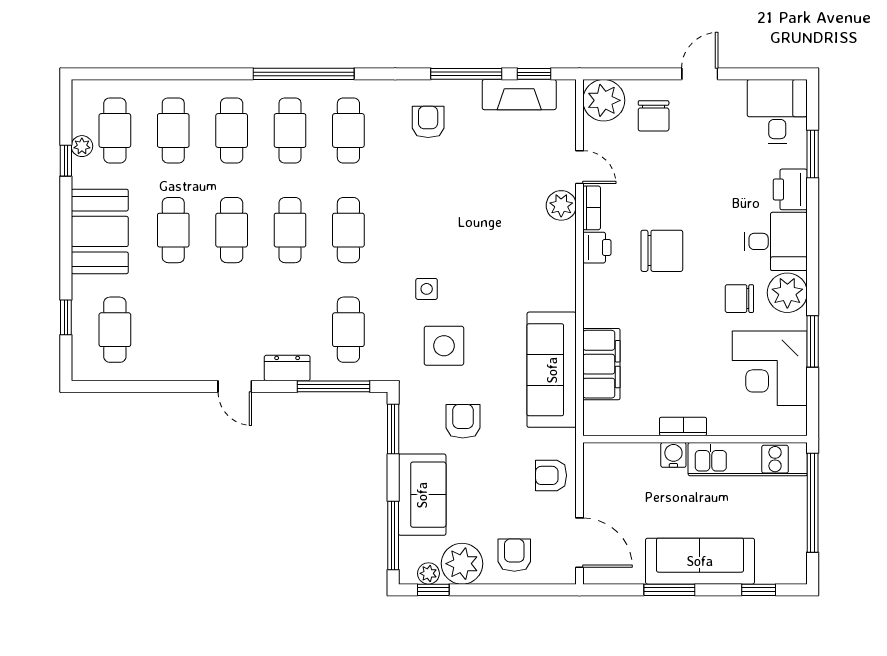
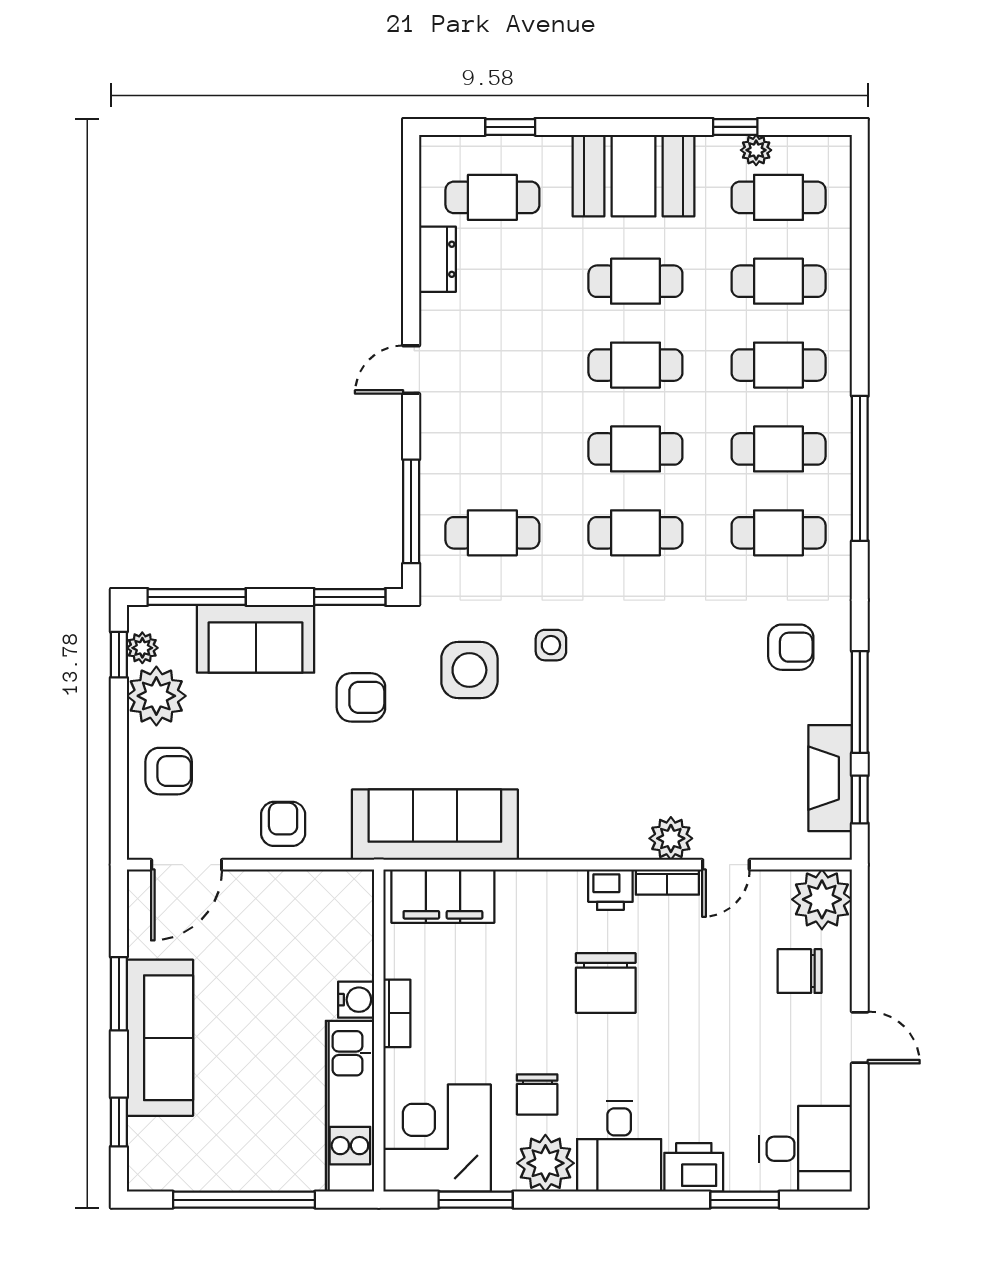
chair: (739, 299) -> (537, 1094), turned 180
dresser: (287, 368) -> (437, 259), moved
bookcase: (683, 426) -> (397, 1013), moved
wall: (695, 439) -> (379, 1031), moved
water cooler: (673, 455) -> (356, 1000), moved
kitchen unit: (748, 459) -> (350, 1106), moved

